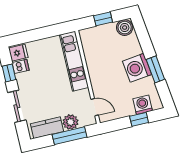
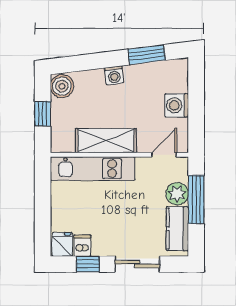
shelving: (95, 66) -> (106, 141), added
washing machine: (137, 68) -> (114, 75), width x0.53, depth x0.53
window: (155, 69) -> (147, 55), moved
washing machine: (143, 105) -> (177, 105), moved
window: (139, 119) -> (196, 96), removed

